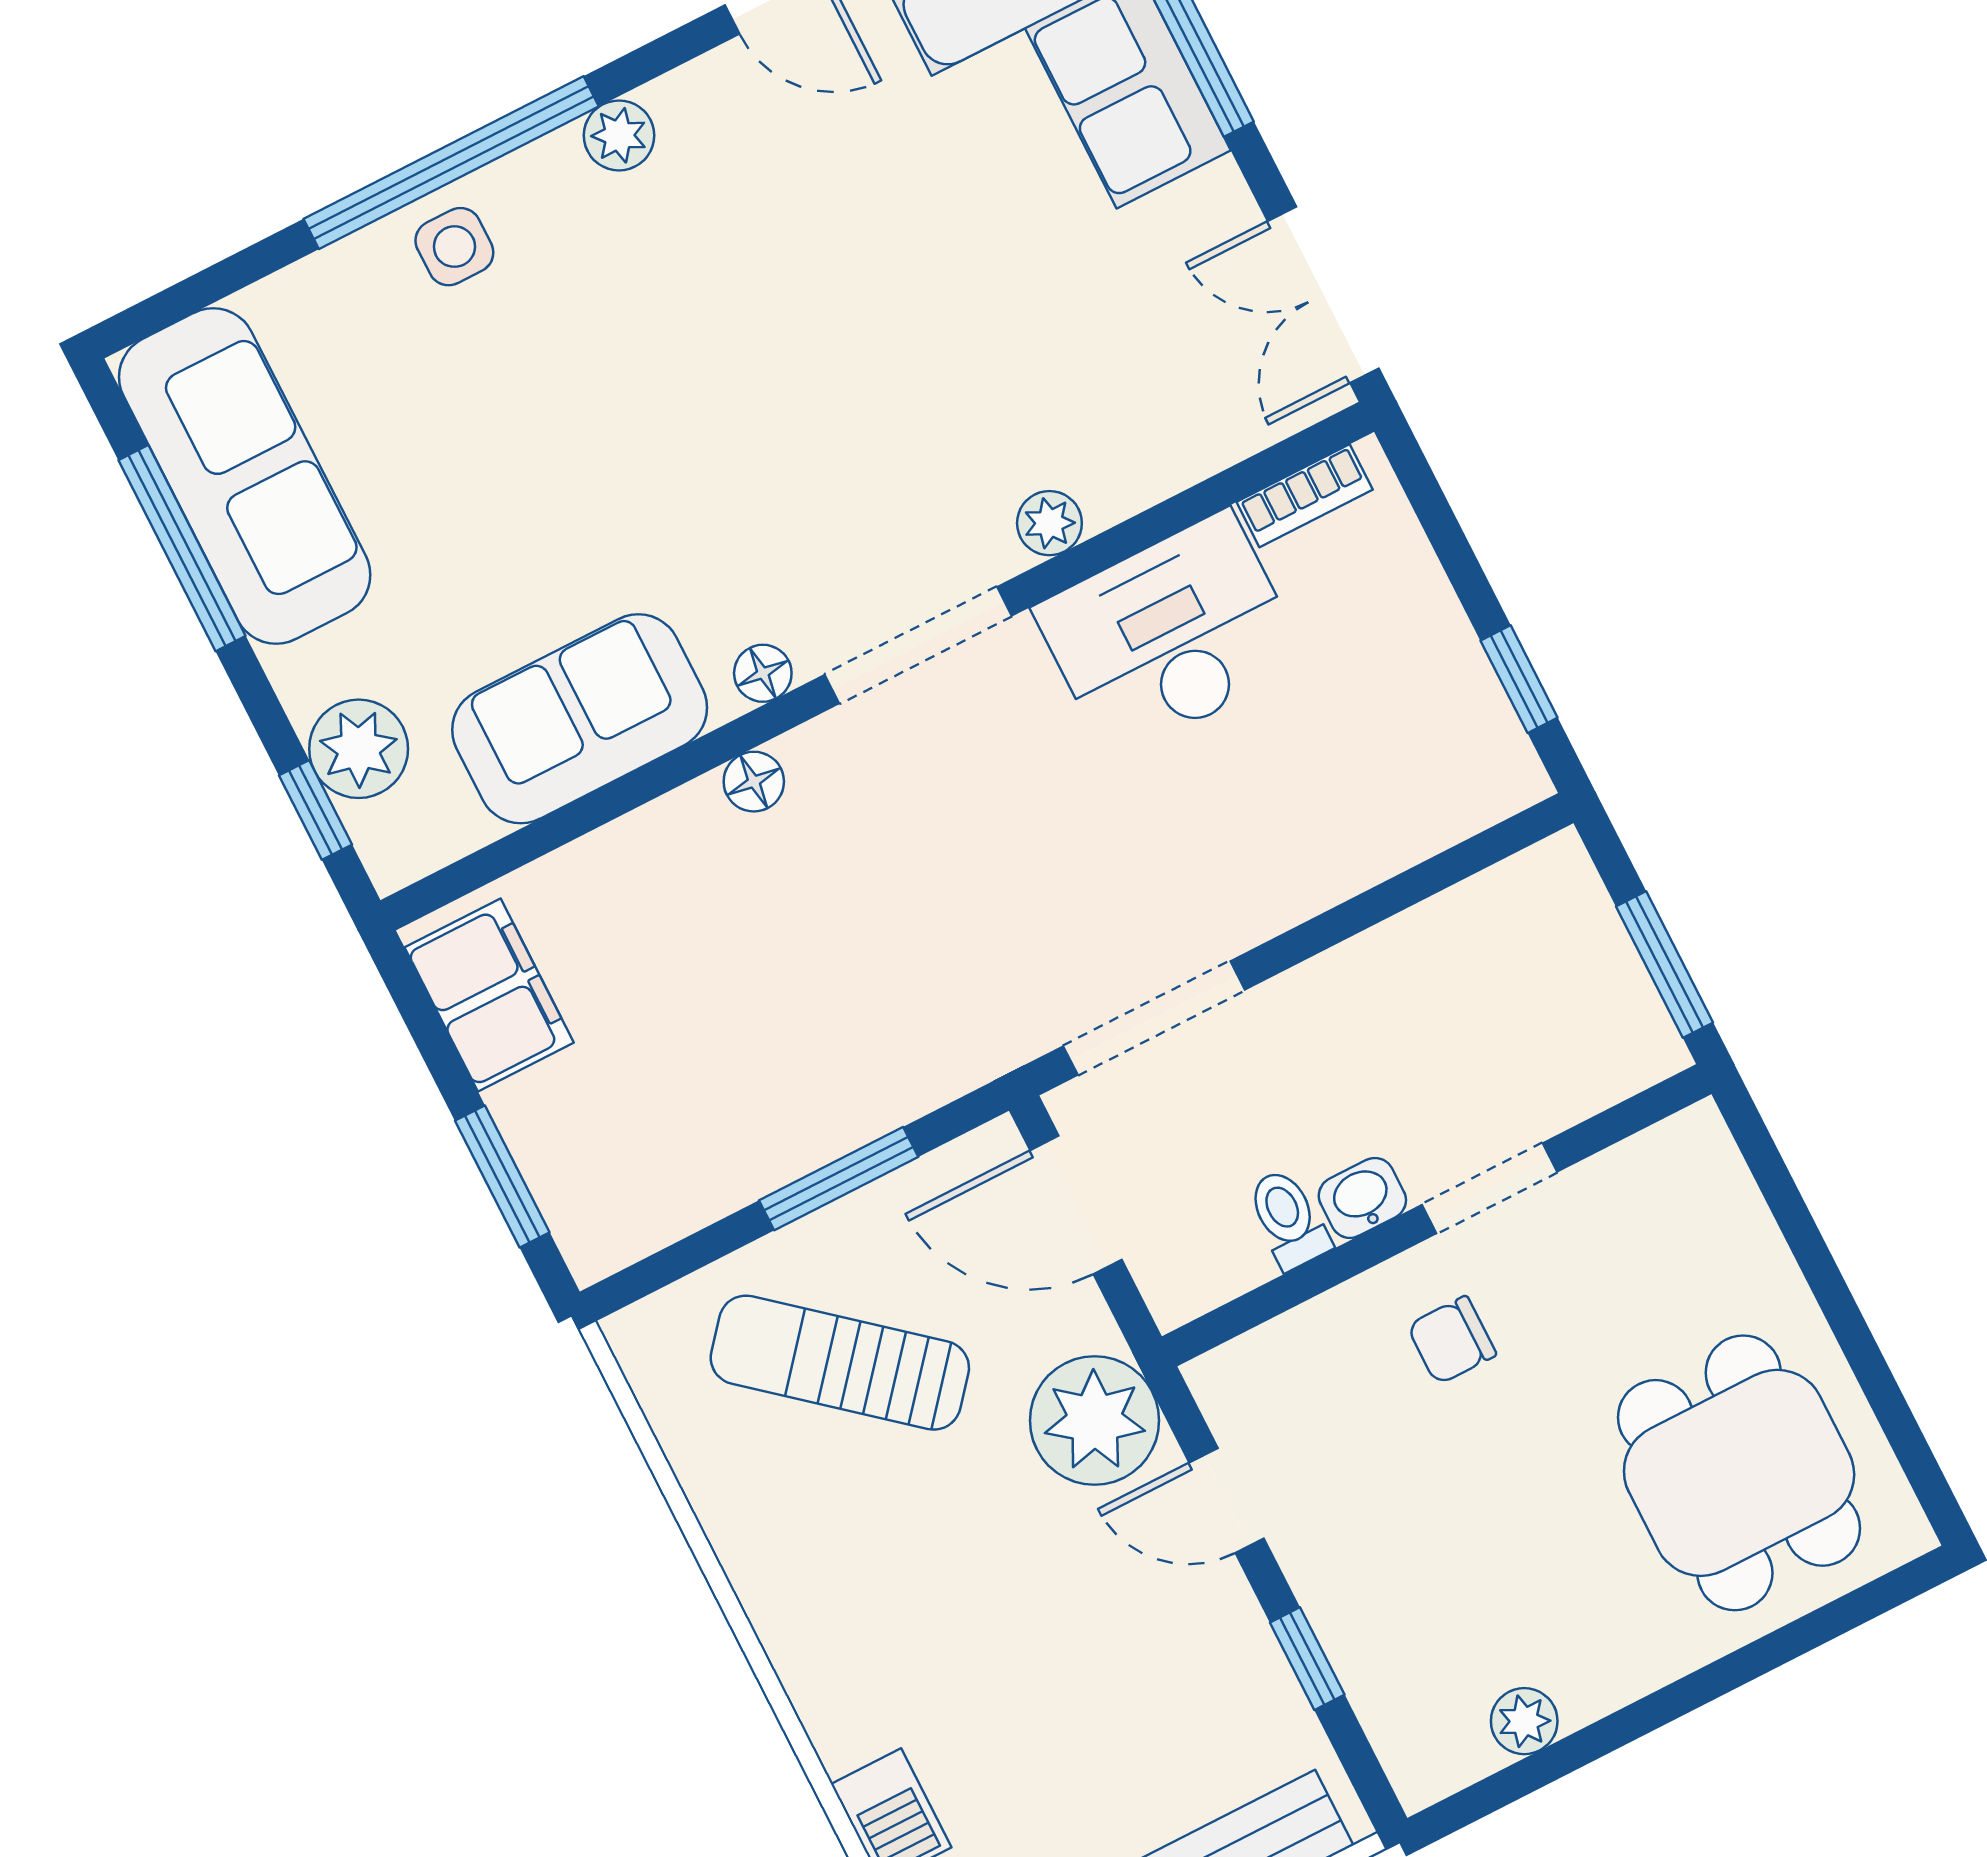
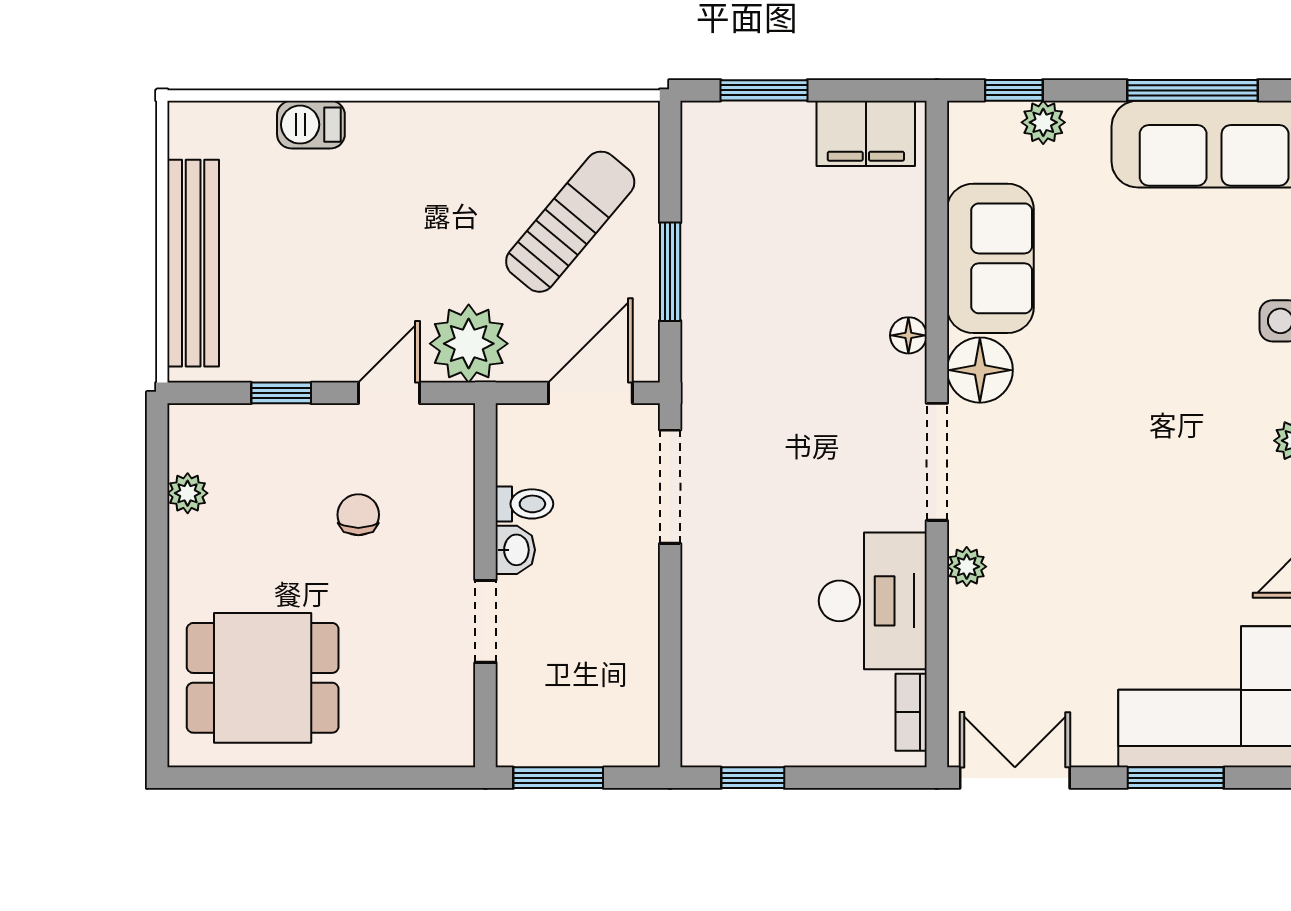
floor lamp: (763, 673) -> (980, 370), width x1.89, depth x1.89
plant: (359, 749) -> (1043, 122), width x0.73, depth x0.73
chair: (1452, 1340) -> (358, 515), moved

